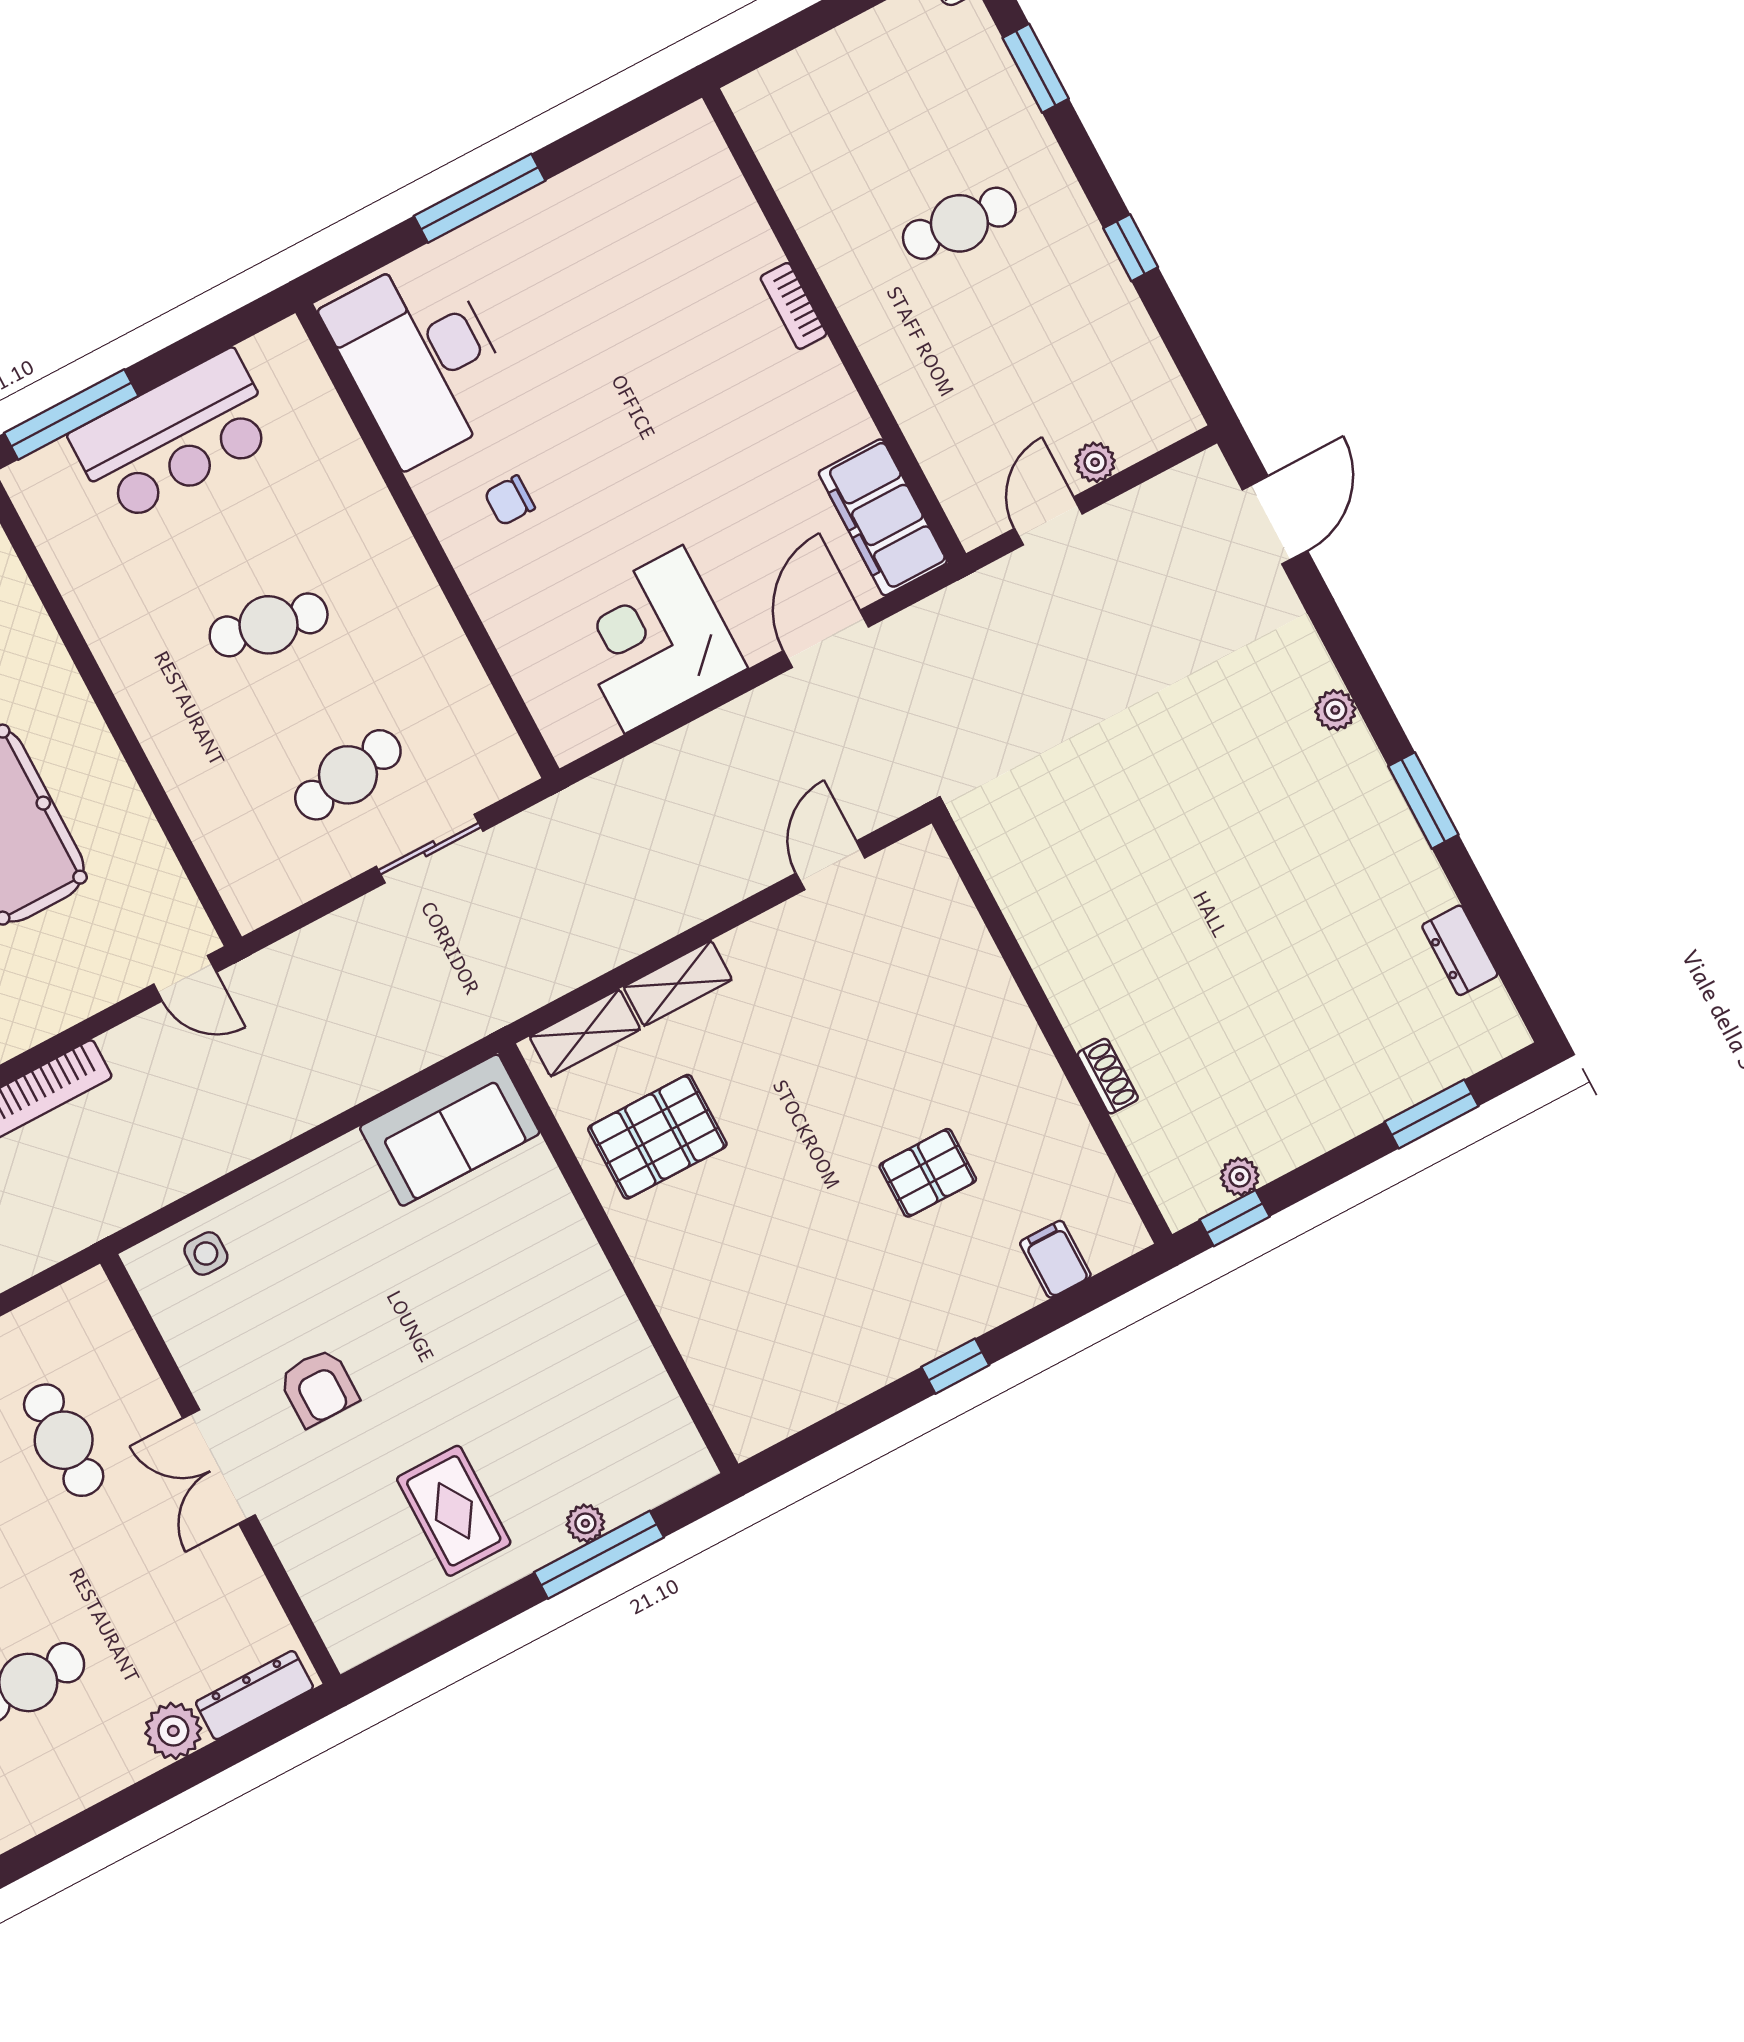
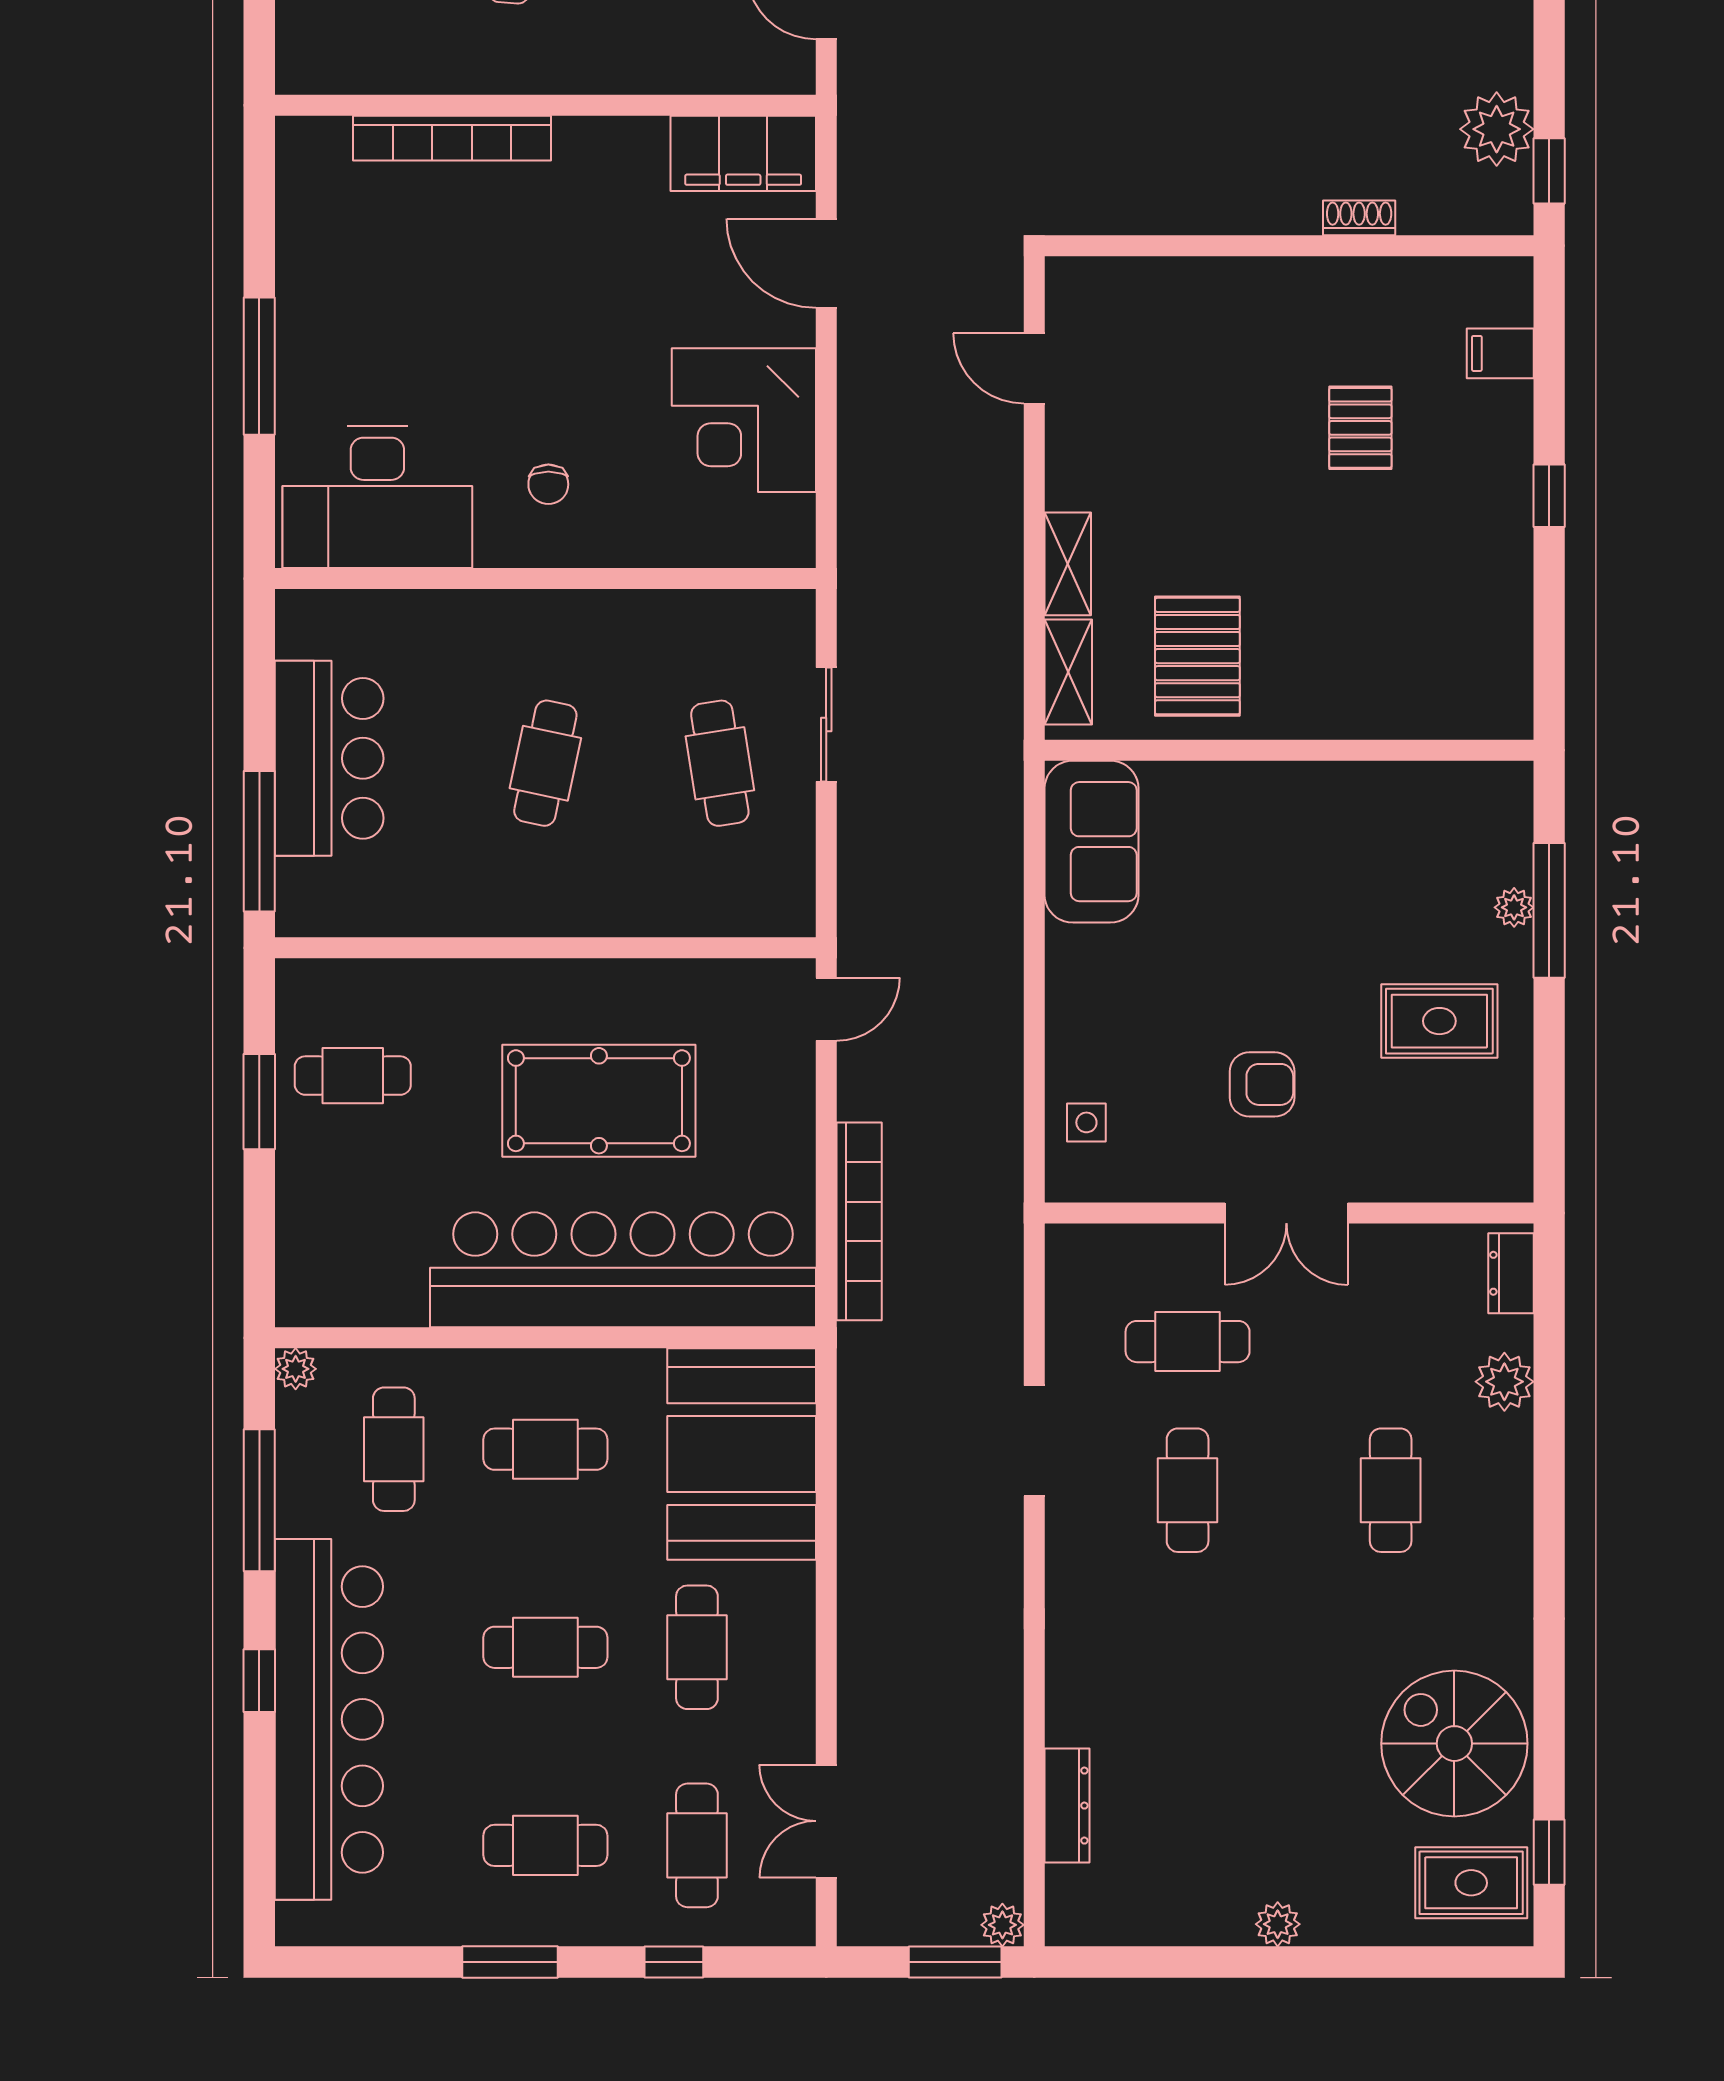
bookcase: (794, 306) -> (452, 138), width x2.31, depth x1.31
plant: (1240, 1177) -> (1497, 129), width x1.88, depth x1.88
dresser: (254, 1695) -> (1511, 1273), width x0.70

